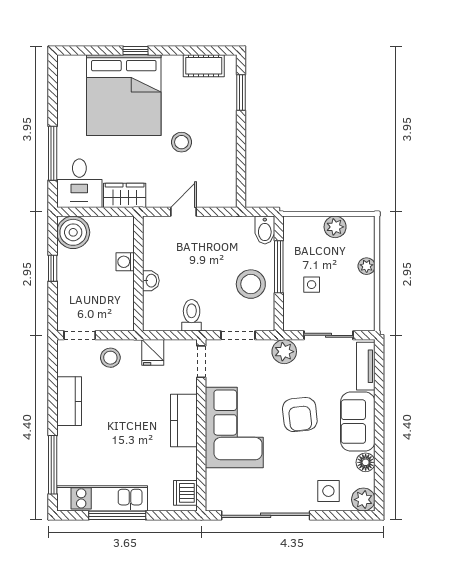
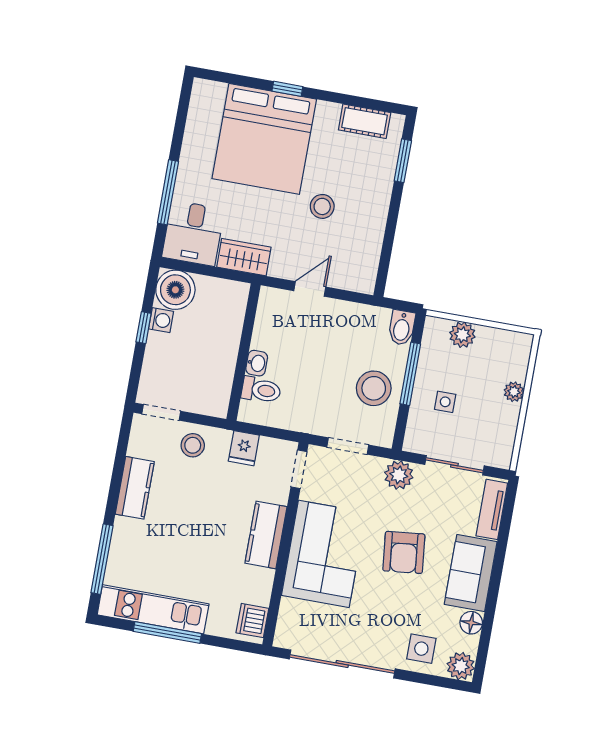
plant: (335, 227) -> (462, 335), moved
washing machine: (125, 262) -> (161, 320), moved, turned 180
toilet: (192, 315) -> (261, 390), moved, turned 90

